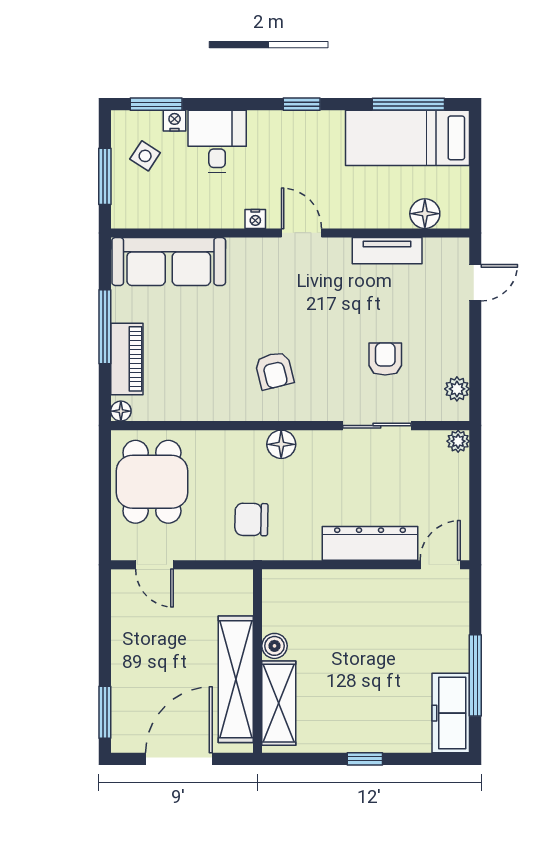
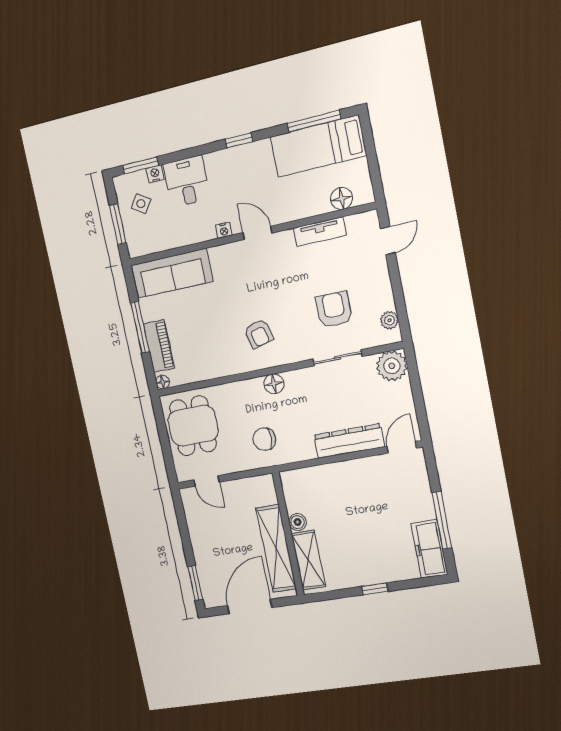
armchair: (385, 359) -> (334, 310), width x1.38, depth x1.38
plant: (458, 441) -> (392, 366), width x1.88, depth x1.88

